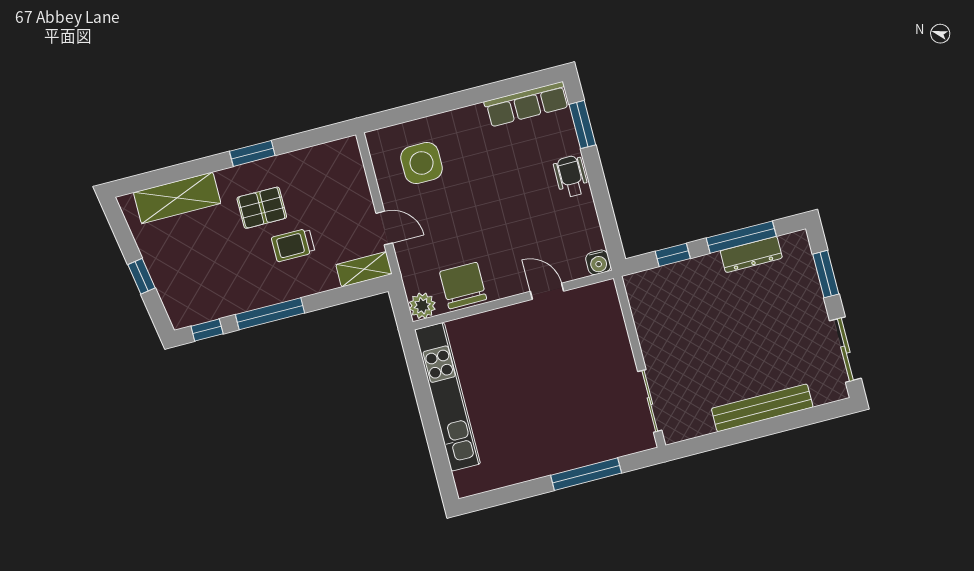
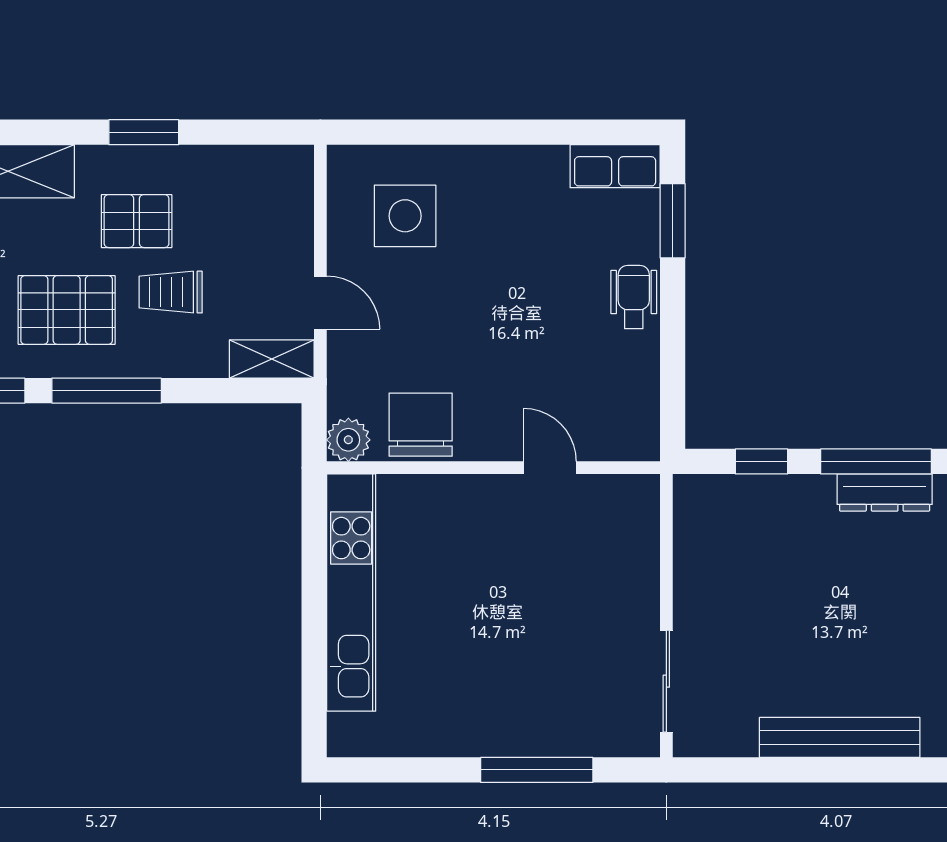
row of seats: (527, 104) -> (615, 166), width x0.68
water cooler: (598, 262) -> (642, 443), removed
pallet: (234, 272) -> (67, 310), added

